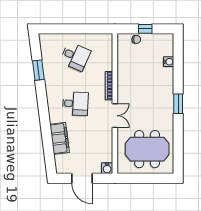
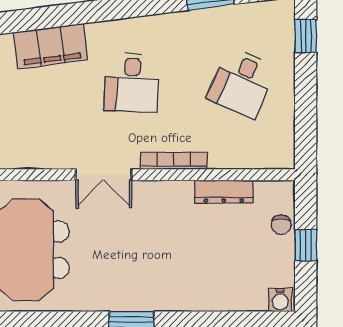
window: (55, 29) -> (306, 36), added
water cooler: (169, 62) -> (280, 300), moved
dresser: (122, 64) -> (224, 192), added

